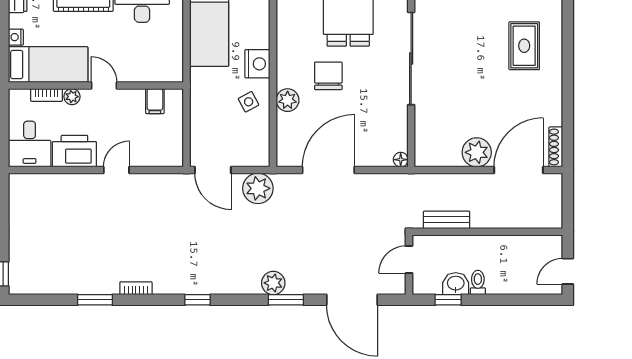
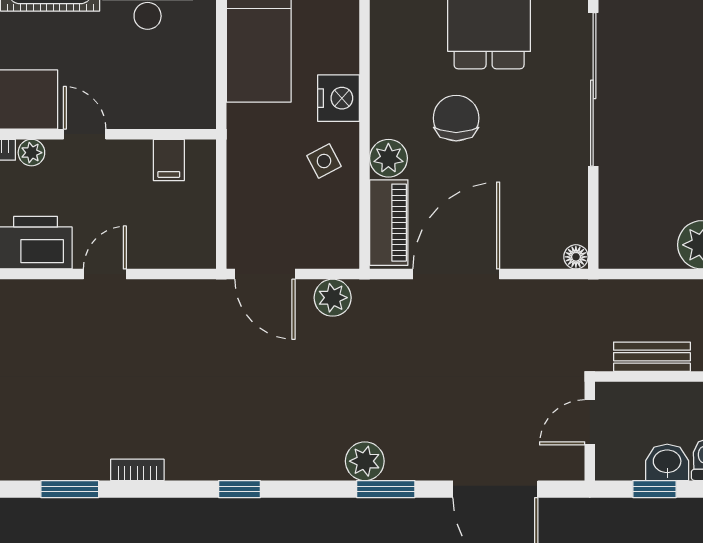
piano: (288, 139) -> (389, 223), added
plant: (258, 188) -> (333, 298), width x0.73, depth x0.73

